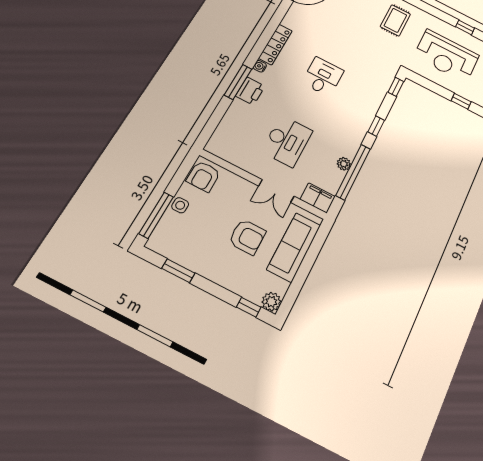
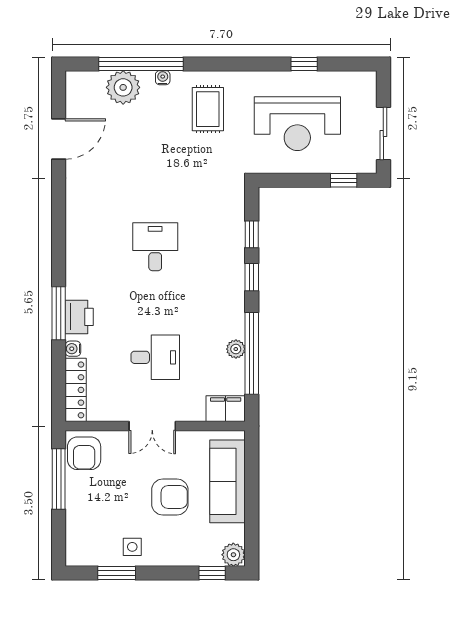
locker: (275, 44) -> (76, 390), moved
water cooler: (260, 66) -> (73, 349), moved
window: (396, 87) -> (252, 234), moved
desk: (287, 141) -> (155, 357), width x0.73
double door: (276, 191) -> (152, 426), moved
side table: (180, 205) -> (132, 547), moved
window: (156, 215) -> (59, 479), moved

